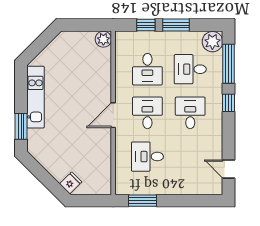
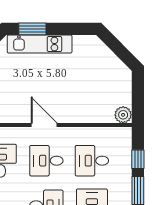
kitchen unit: (36, 97) -> (40, 44), moved
desk: (147, 113) -> (46, 161), turned 180

